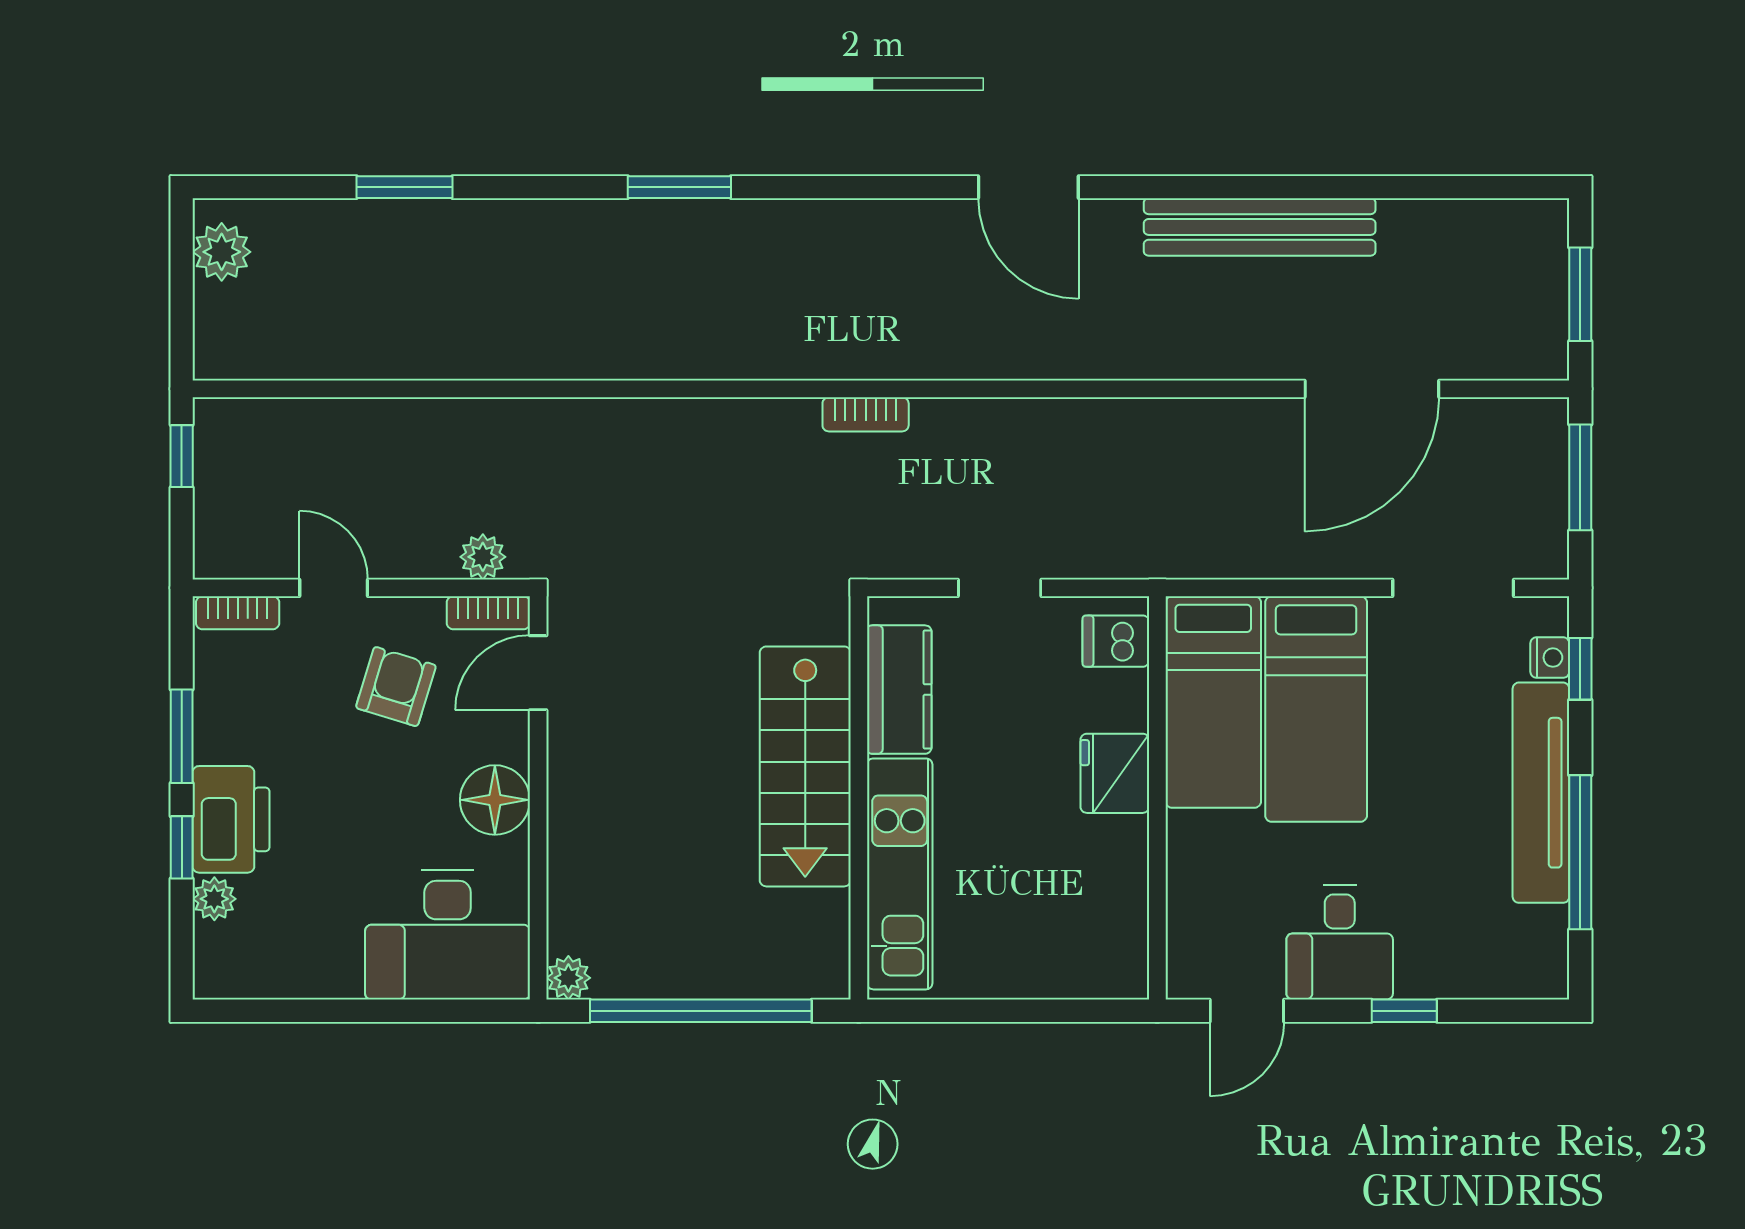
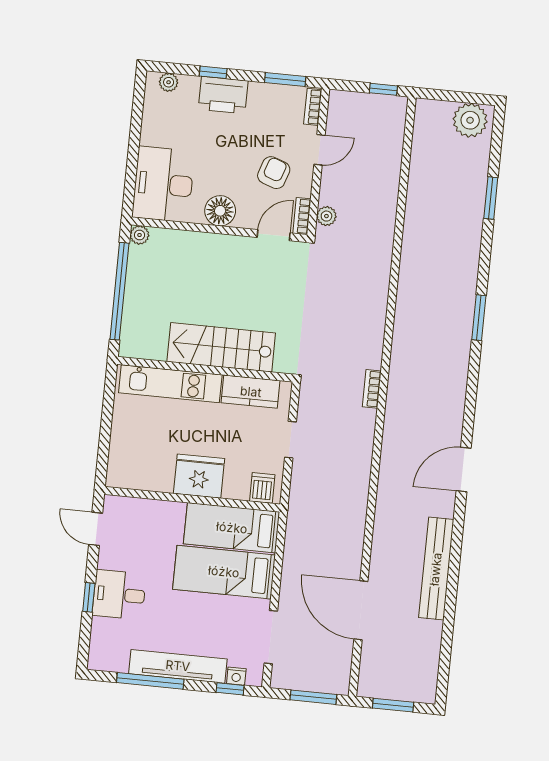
plant: (222, 252) -> (470, 120), width x1.36, depth x1.36
door: (538, 673) -> (274, 235), hinge flipped
armchair: (396, 687) -> (274, 173), turned -88
window: (182, 736) -> (285, 80), moved
fridge: (1115, 773) -> (199, 476), width x1.36, depth x1.34
plant: (214, 899) -> (169, 82), moved
desk: (1340, 942) -> (119, 595), moved

